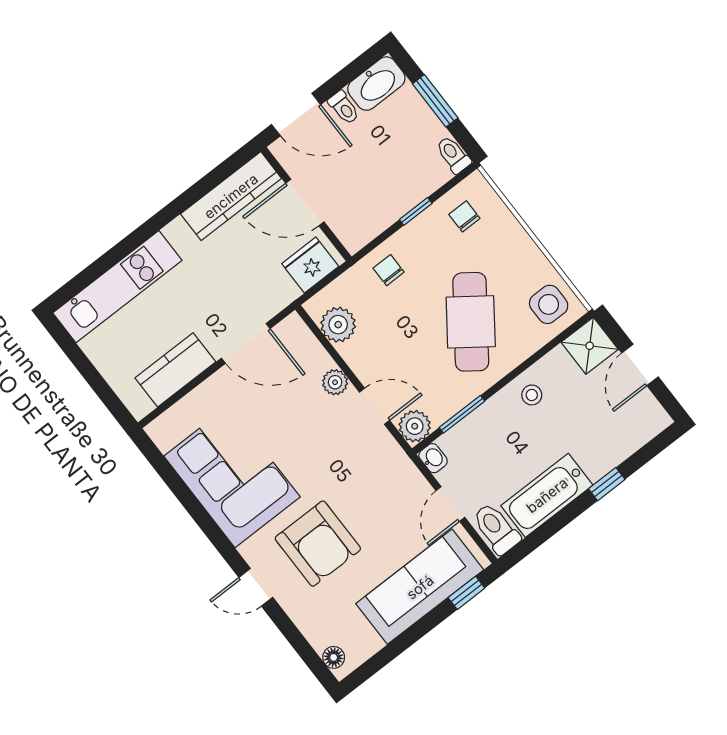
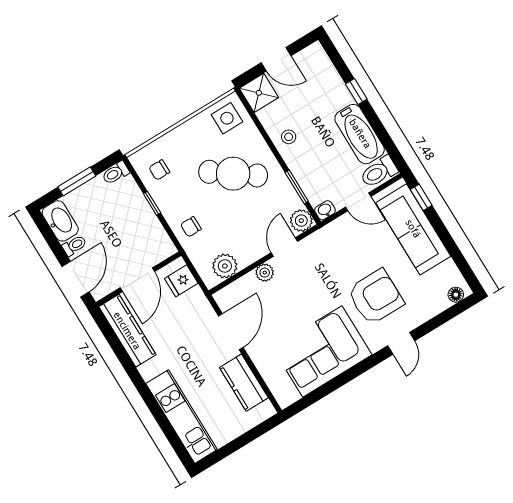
fridge: (310, 265) -> (181, 281), width x0.72

